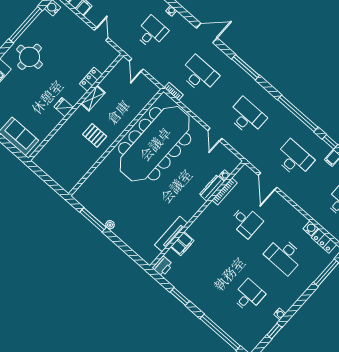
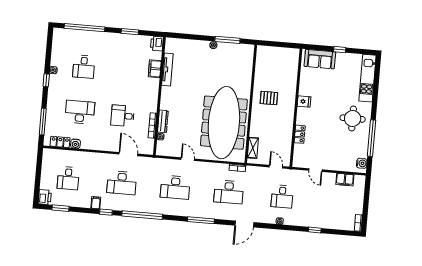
shelving: (93, 98) -> (253, 148), moved
window: (274, 331) -> (46, 80), moved

